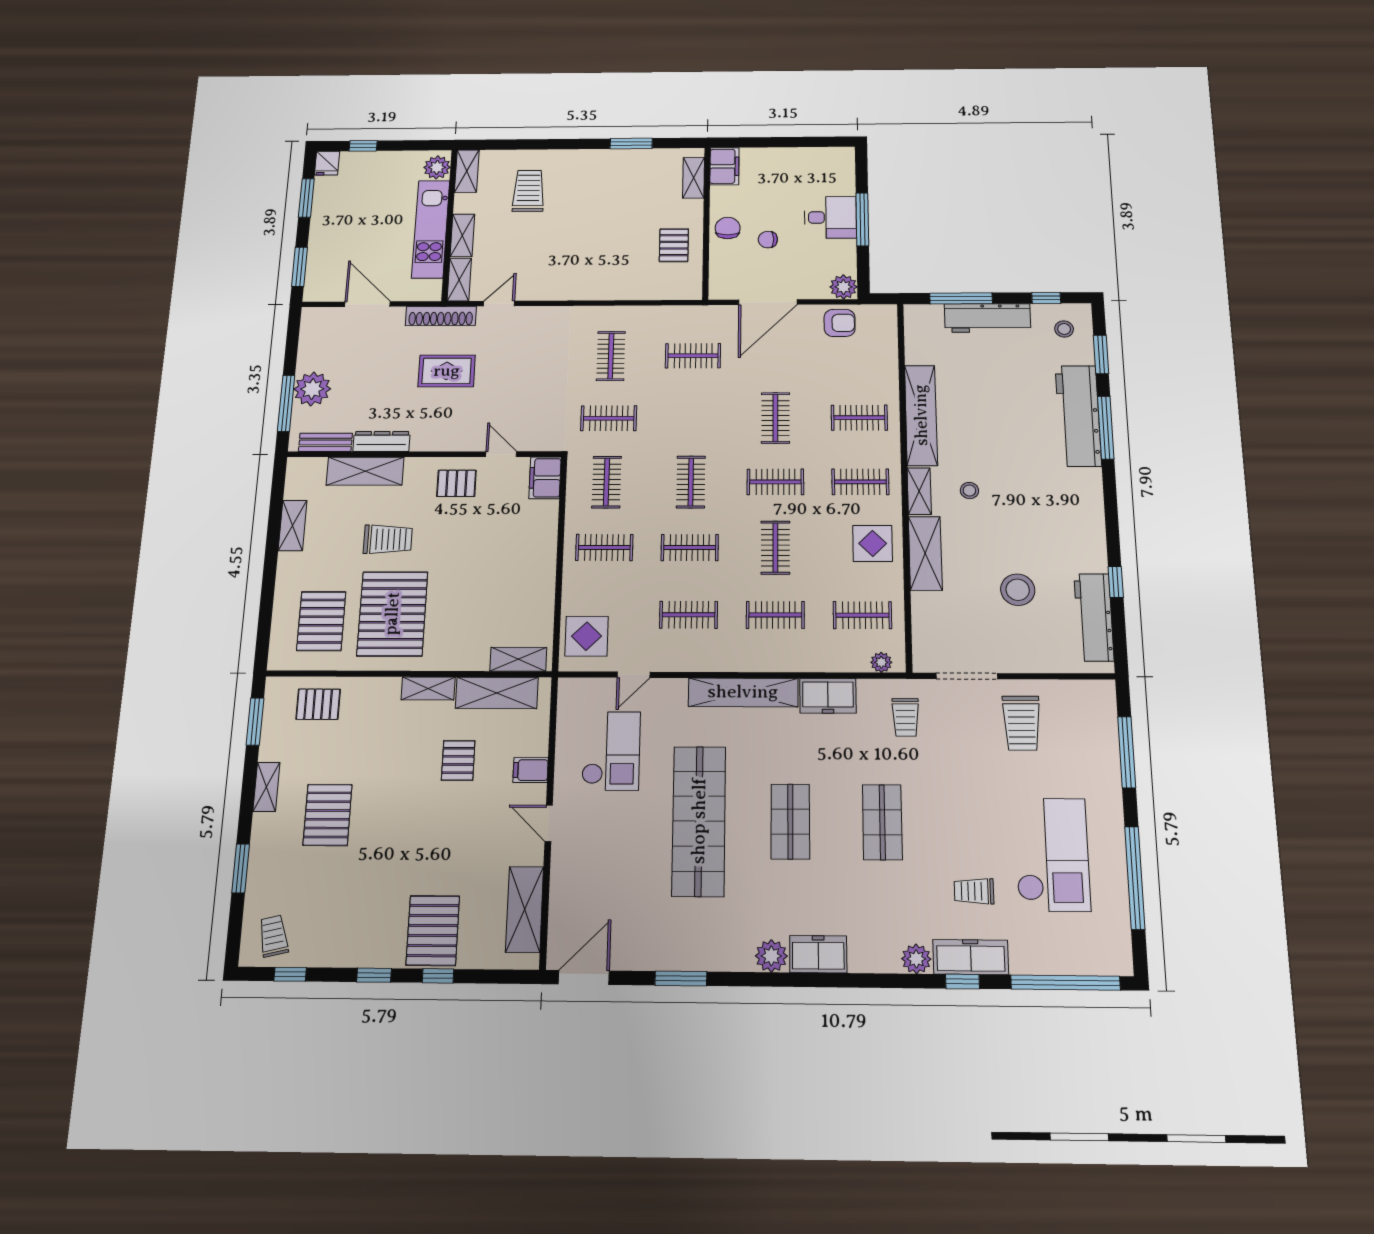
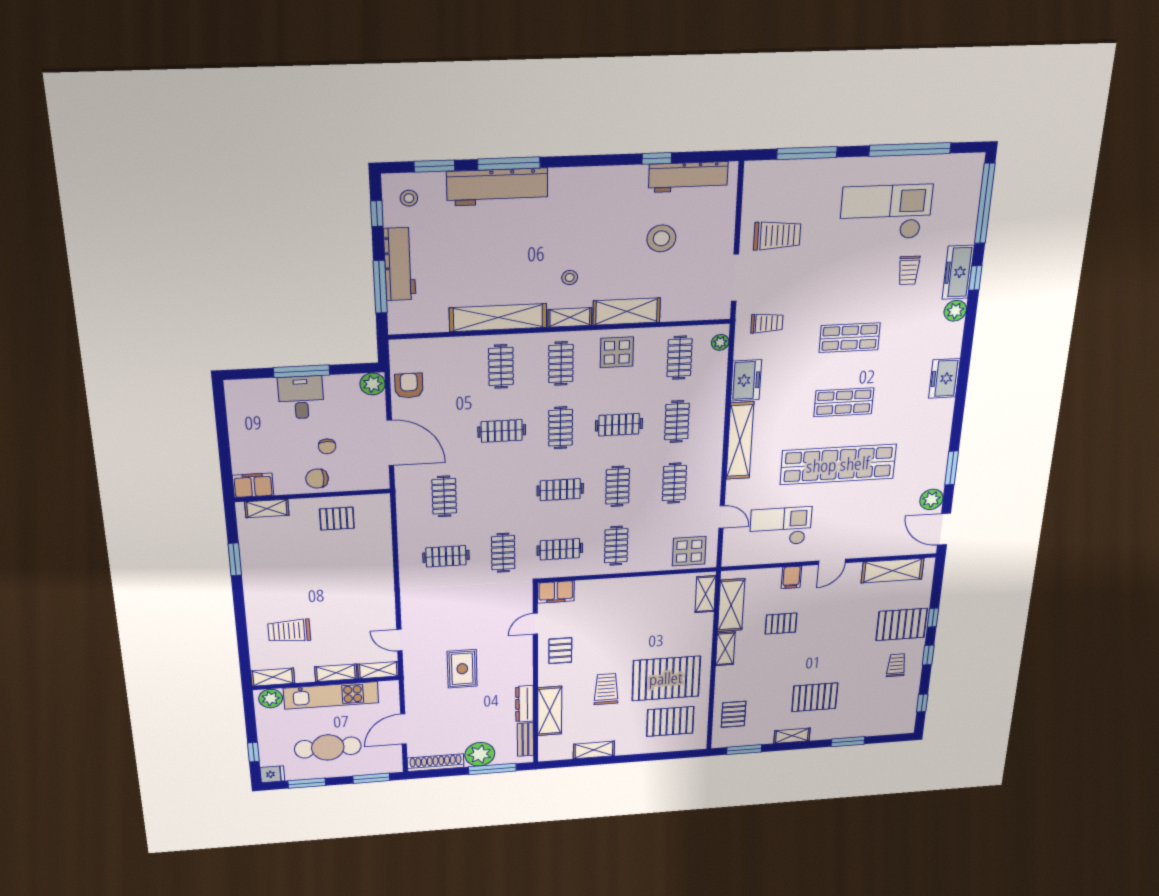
cafe table: (355, 222) -> (328, 748), added
shoe rack: (441, 316) -> (436, 763), moved, turned -90
trolley: (274, 936) -> (896, 665), moved, turned 103
plant: (771, 956) -> (931, 499), moved

